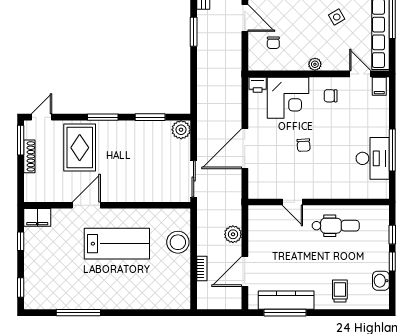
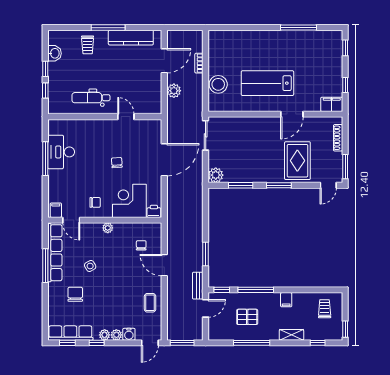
shoe rack: (29, 156) -> (338, 138), moved
window: (285, 313) -> (108, 28), moved

